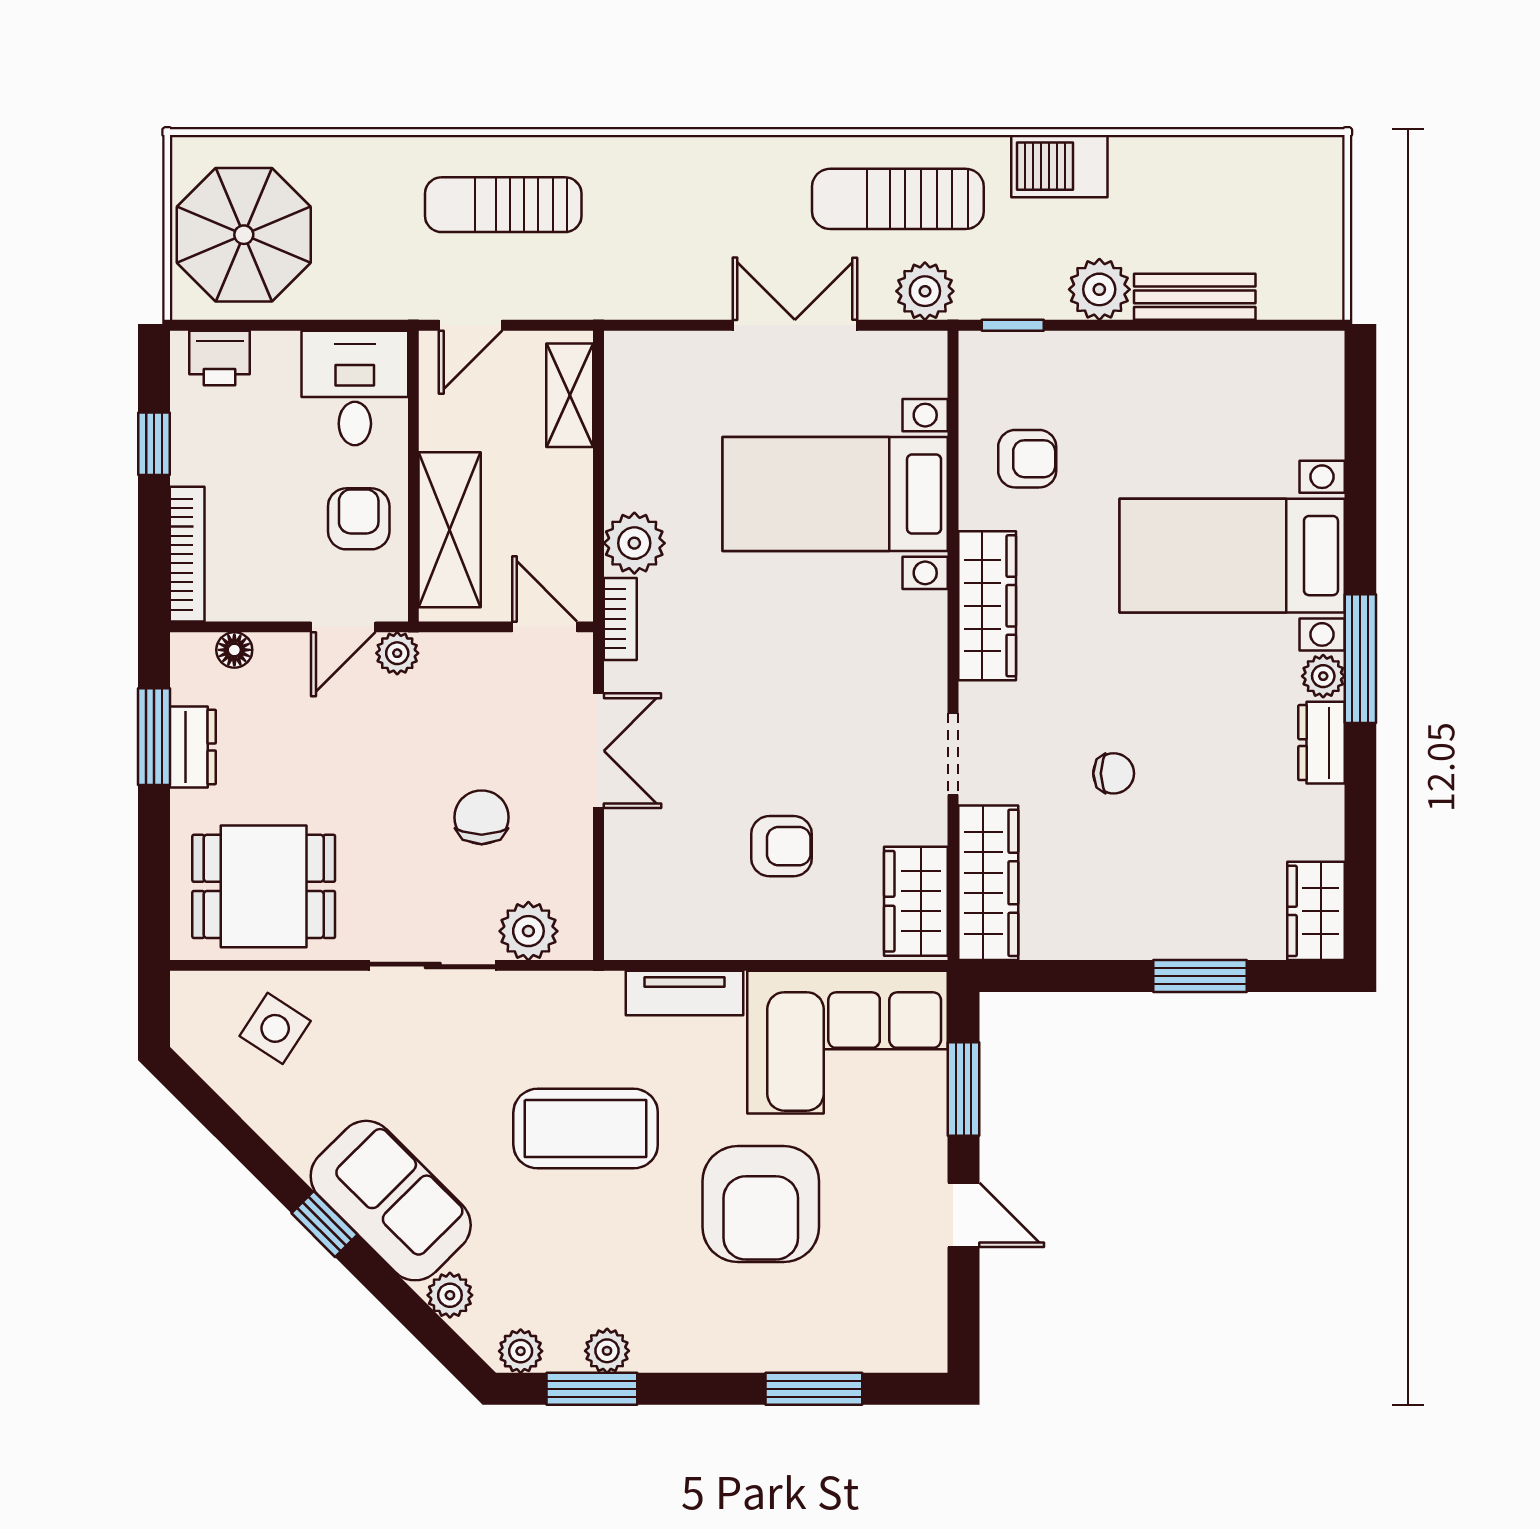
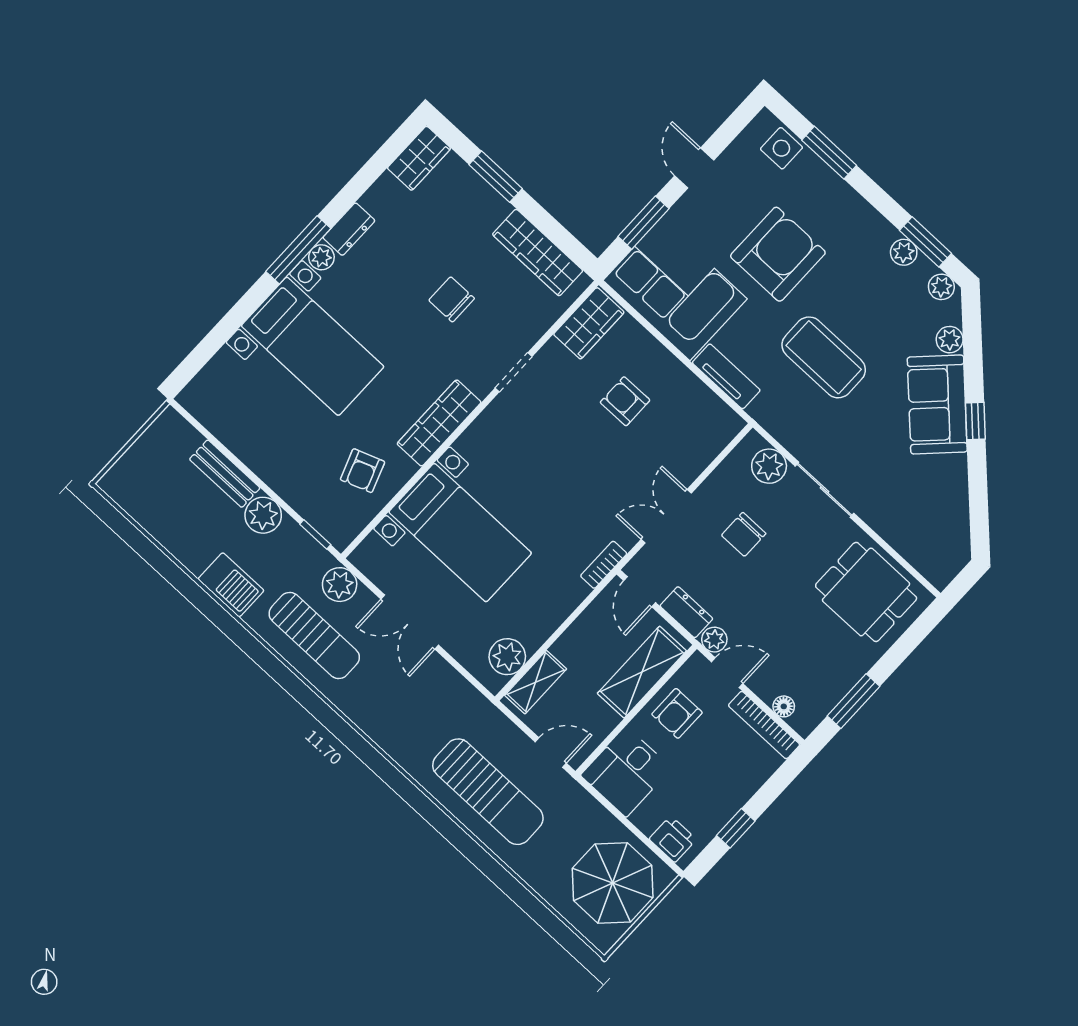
sun lounger: (503, 205) -> (488, 792), width x1.36, depth x1.34
armchair: (1027, 459) -> (363, 471), turned -110
plant: (634, 543) -> (507, 657), moved
bookcase: (187, 554) -> (764, 725), moved, turned -90
dresser: (193, 747) -> (686, 612), moved, turned 90
chair: (1114, 773) -> (452, 299), width x1.37, depth x1.37
wardrobe: (988, 883) -> (538, 252), moved, turned -90
side table: (275, 1028) -> (781, 148), moved, turned -33

